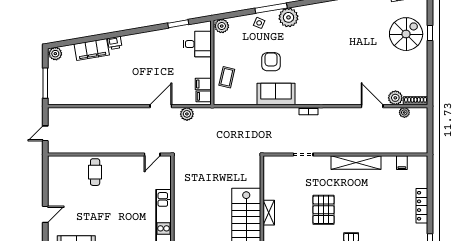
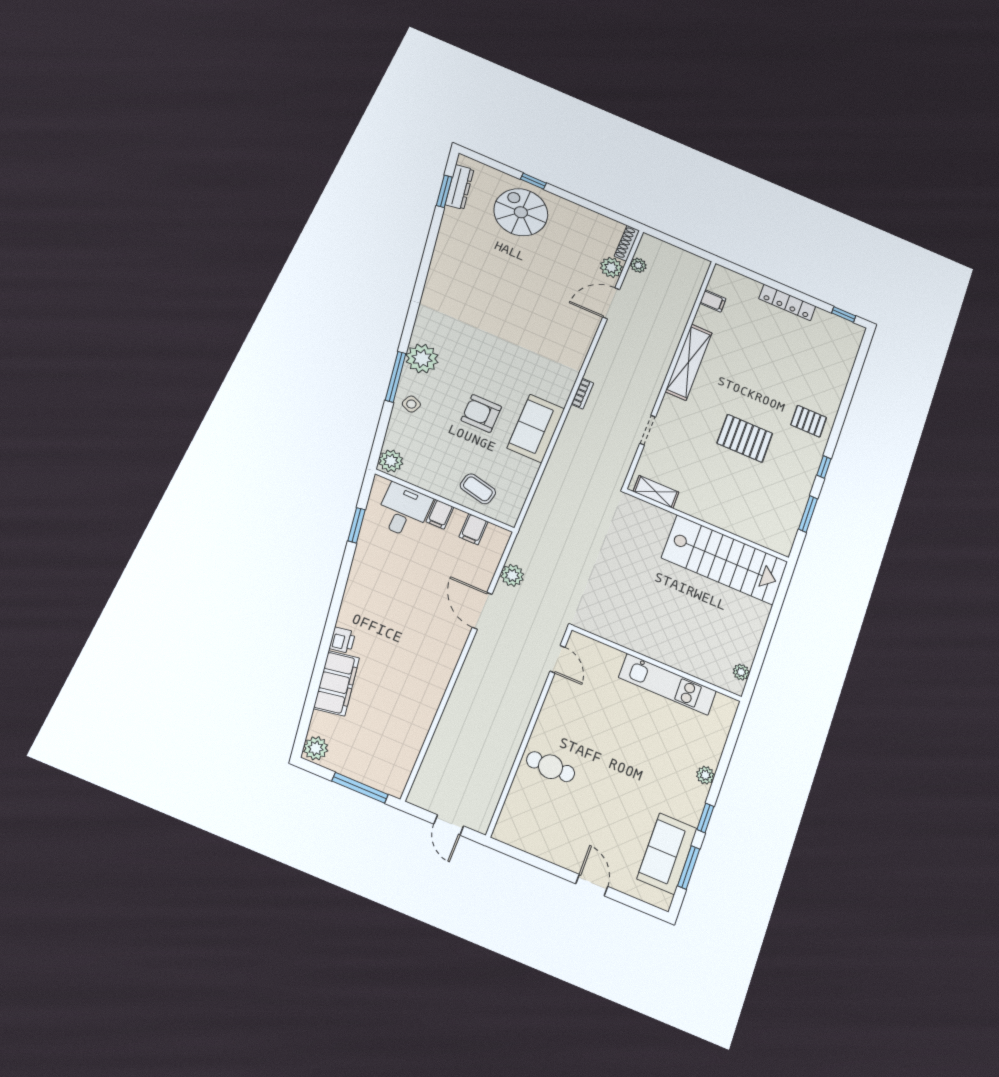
filing cabinet: (204, 96) -> (440, 514), moved
shelving: (269, 213) -> (656, 492), moved

